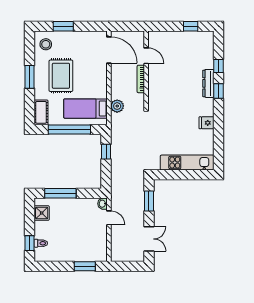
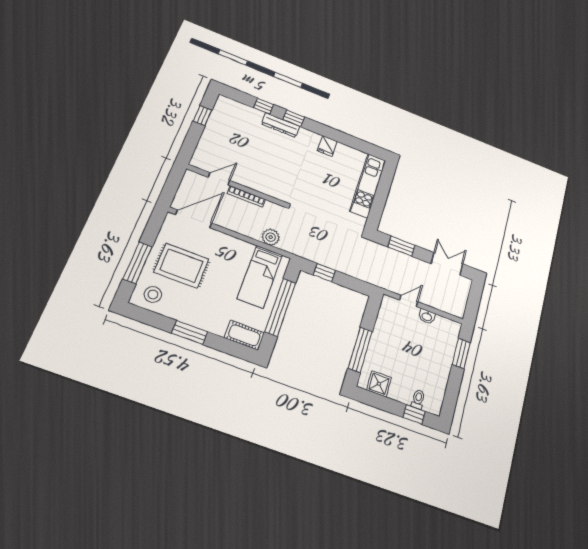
window: (63, 26) -> (138, 263), width x1.44
rug: (61, 76) -> (181, 266), moved
washbasin: (103, 204) -> (427, 316), moved

